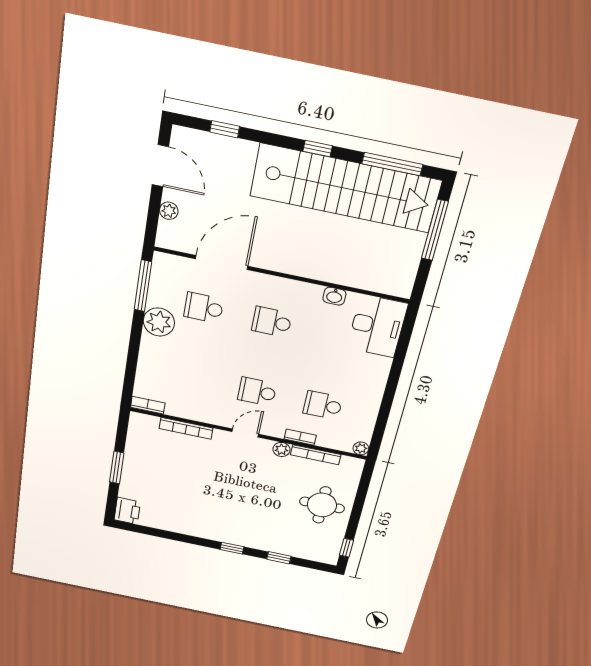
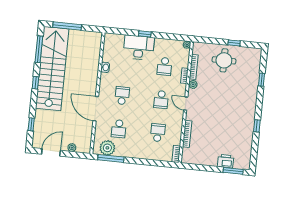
door: (222, 262) -> (96, 109), moved
plant: (159, 322) -> (107, 148), moved
school desk: (272, 322) -> (122, 96), turned 180
desk: (377, 326) -> (139, 48), moved
school desk: (191, 378) -> (158, 133), added
window: (394, 378) -> (145, 34), added
window: (117, 468) -> (233, 171), moved
printer: (127, 511) -> (226, 161), moved
window: (232, 548) -> (257, 126), moved
window: (346, 548) -> (234, 43), moved

